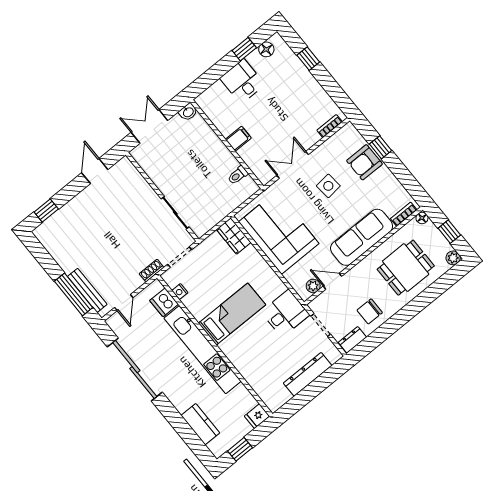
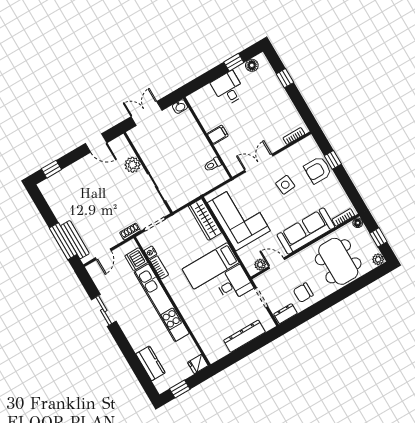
door: (95, 171) -> (96, 143), swing flipped
plant: (142, 190) -> (132, 165), added
wardrobe: (234, 236) -> (205, 219), width x1.50
dining table: (406, 268) -> (338, 261), width x1.38
bookcase: (193, 308) -> (159, 267), added
bed: (232, 314) -> (211, 266), moved, turned 180
sliding door: (135, 370) -> (104, 310), width x0.54

